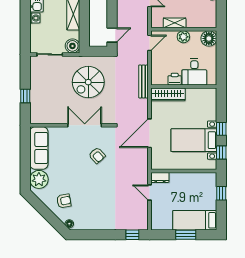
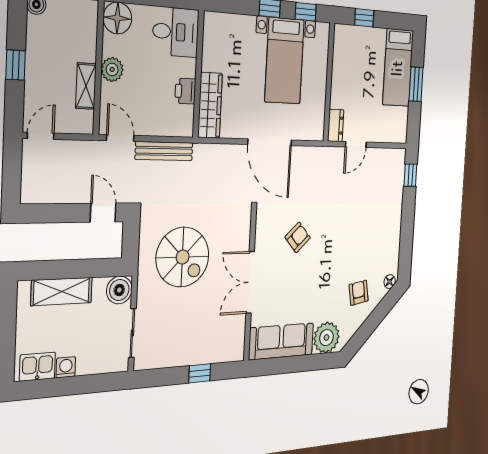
desk: (194, 72) -> (176, 32), moved
bench: (144, 81) -> (164, 151), moved
double door: (85, 125) -> (250, 282), moved

